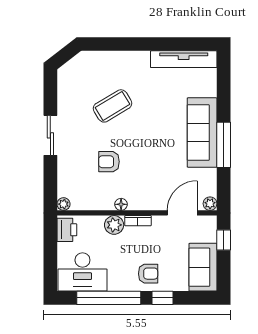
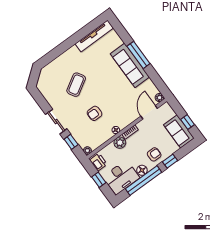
window: (224, 145) -> (138, 55), moved
window: (50, 177) -> (71, 142), added
window: (224, 240) -> (187, 122), moved
window: (50, 254) -> (99, 180), added
floor lamp: (117, 283) -> (142, 170), added

